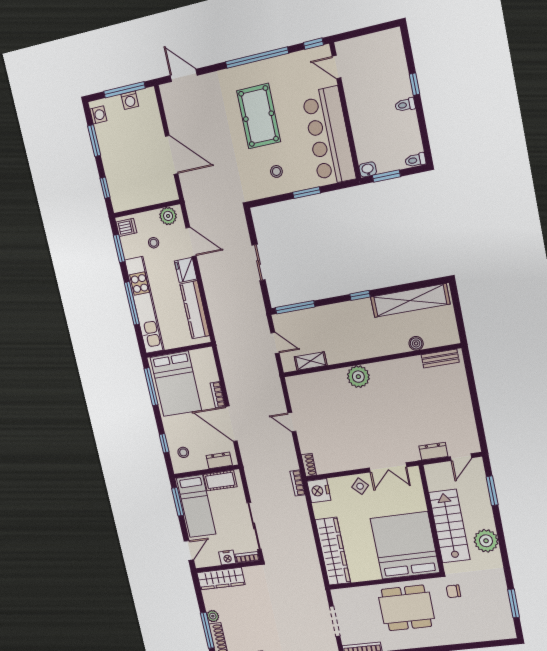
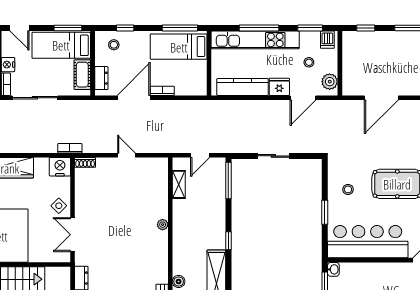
plant: (358, 377) -> (163, 225), width x0.53, depth x0.53
bed: (176, 384) -> (179, 47), width x0.67
door: (292, 422) -> (127, 155), hinge flipped

